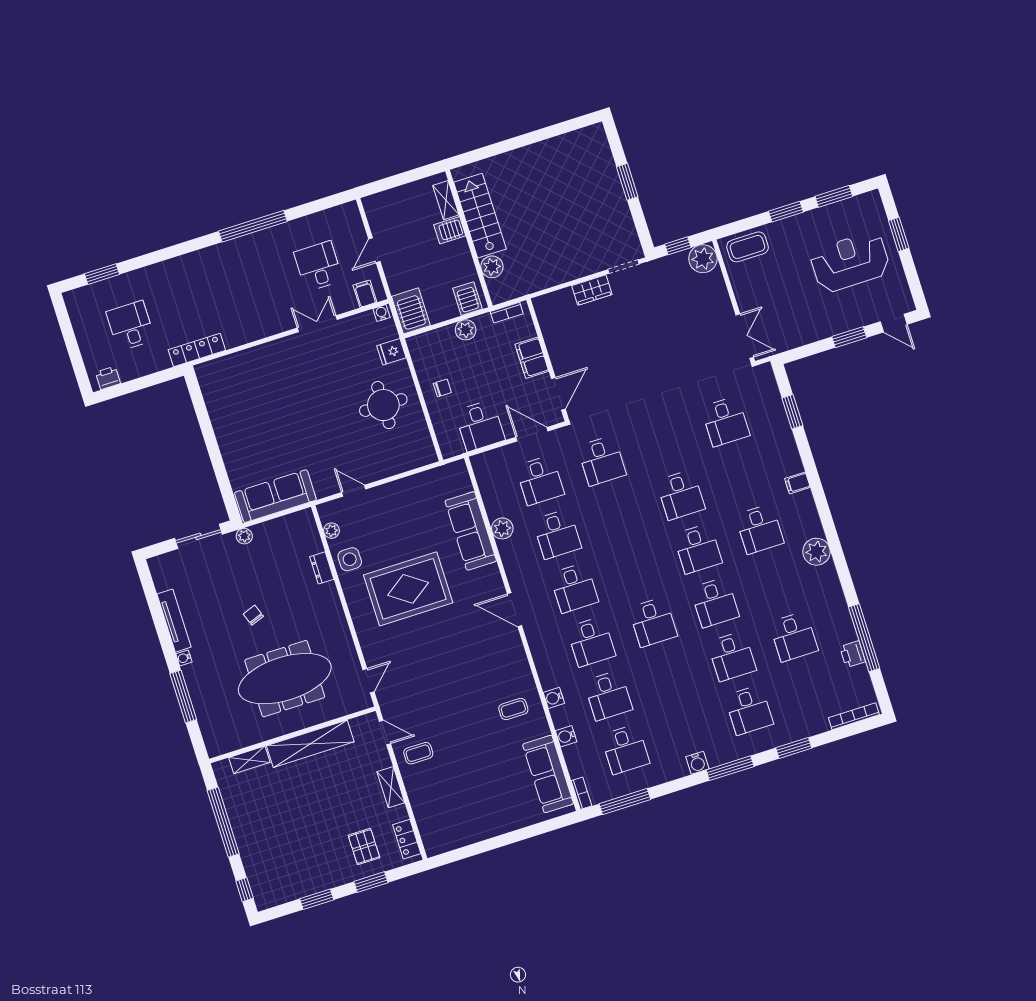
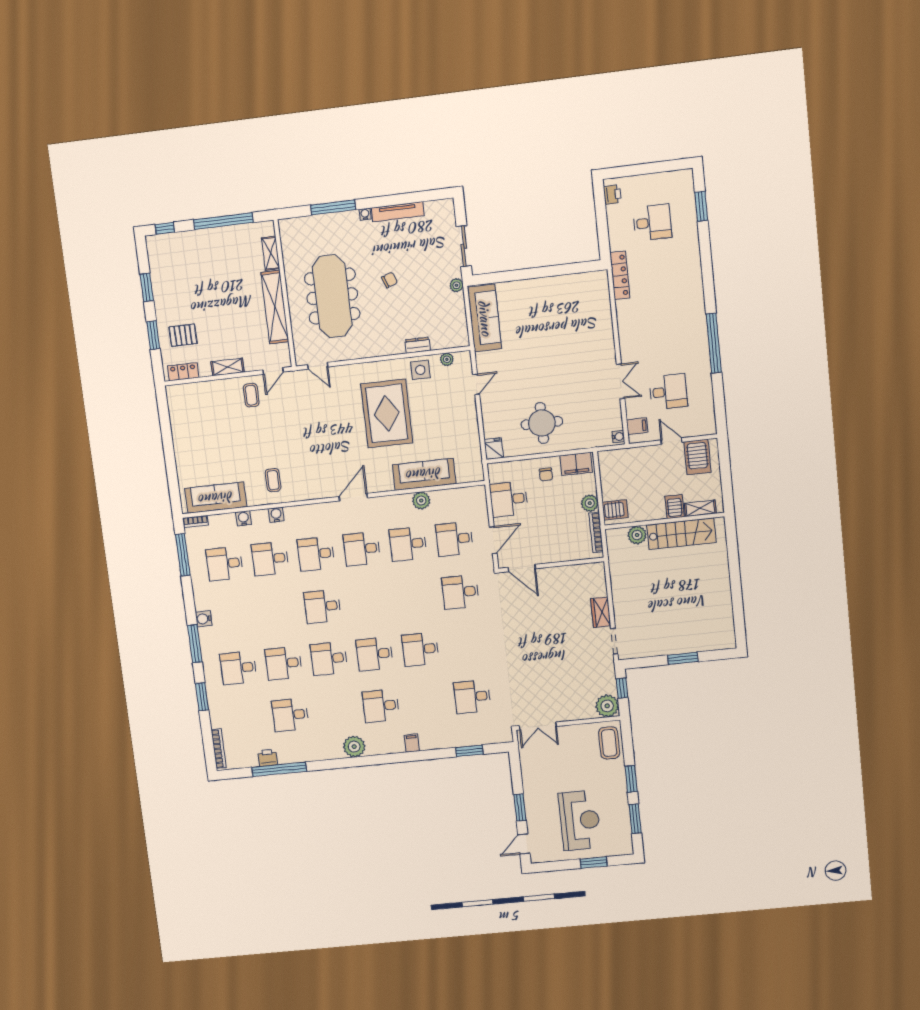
server rack: (411, 311) -> (697, 457), moved, turned 90
bookcase: (507, 313) -> (596, 532), width x1.56
fridge: (391, 352) -> (494, 449), moved
filing cabinet: (532, 358) -> (576, 464), moved, turned 180

